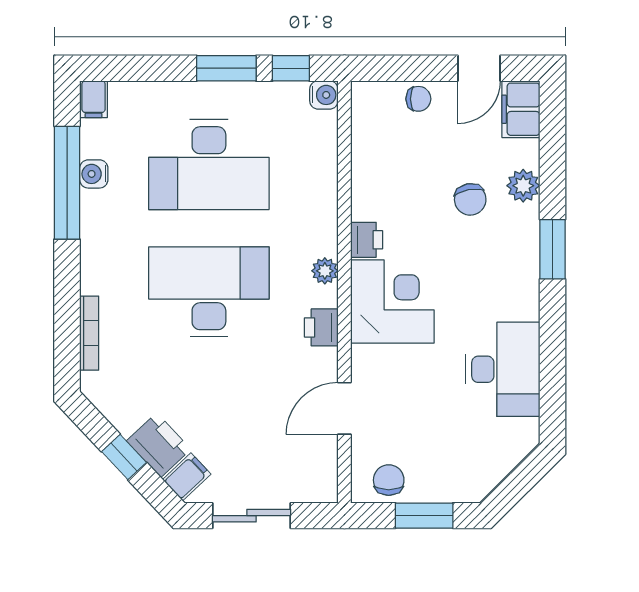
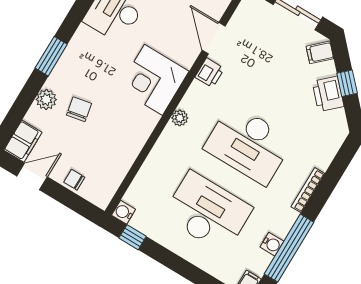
window: (226, 68) -> (167, 258), removed
printer: (367, 240) -> (147, 121), removed
printer: (321, 327) -> (210, 73), moved
bookcase: (89, 333) -> (308, 190), moved
door: (344, 408) -> (214, 38), swing flipped
printer: (159, 445) -> (328, 94), moved

